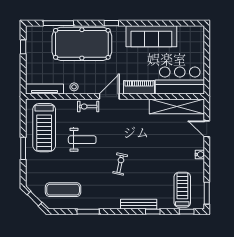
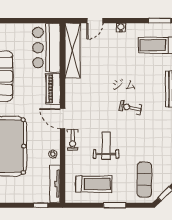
window: (23, 47) -> (41, 205), moved
treadmill: (44, 128) -> (94, 184), width x0.73, depth x0.73
exercise mat: (63, 190) -> (144, 180), moved

